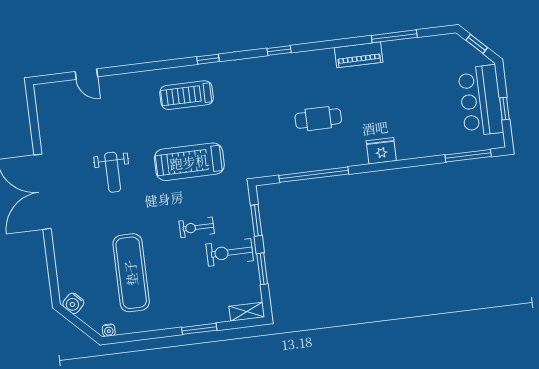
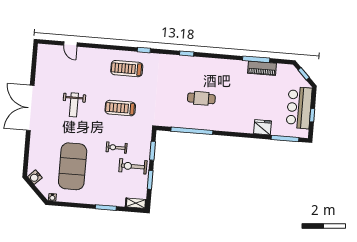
piano: (359, 55) -> (262, 68), moved
fridge: (381, 151) -> (263, 127), moved
treadmill: (189, 162) -> (120, 108), width x0.73, depth x0.73
exercise mat: (131, 273) -> (73, 166), width x1.47

